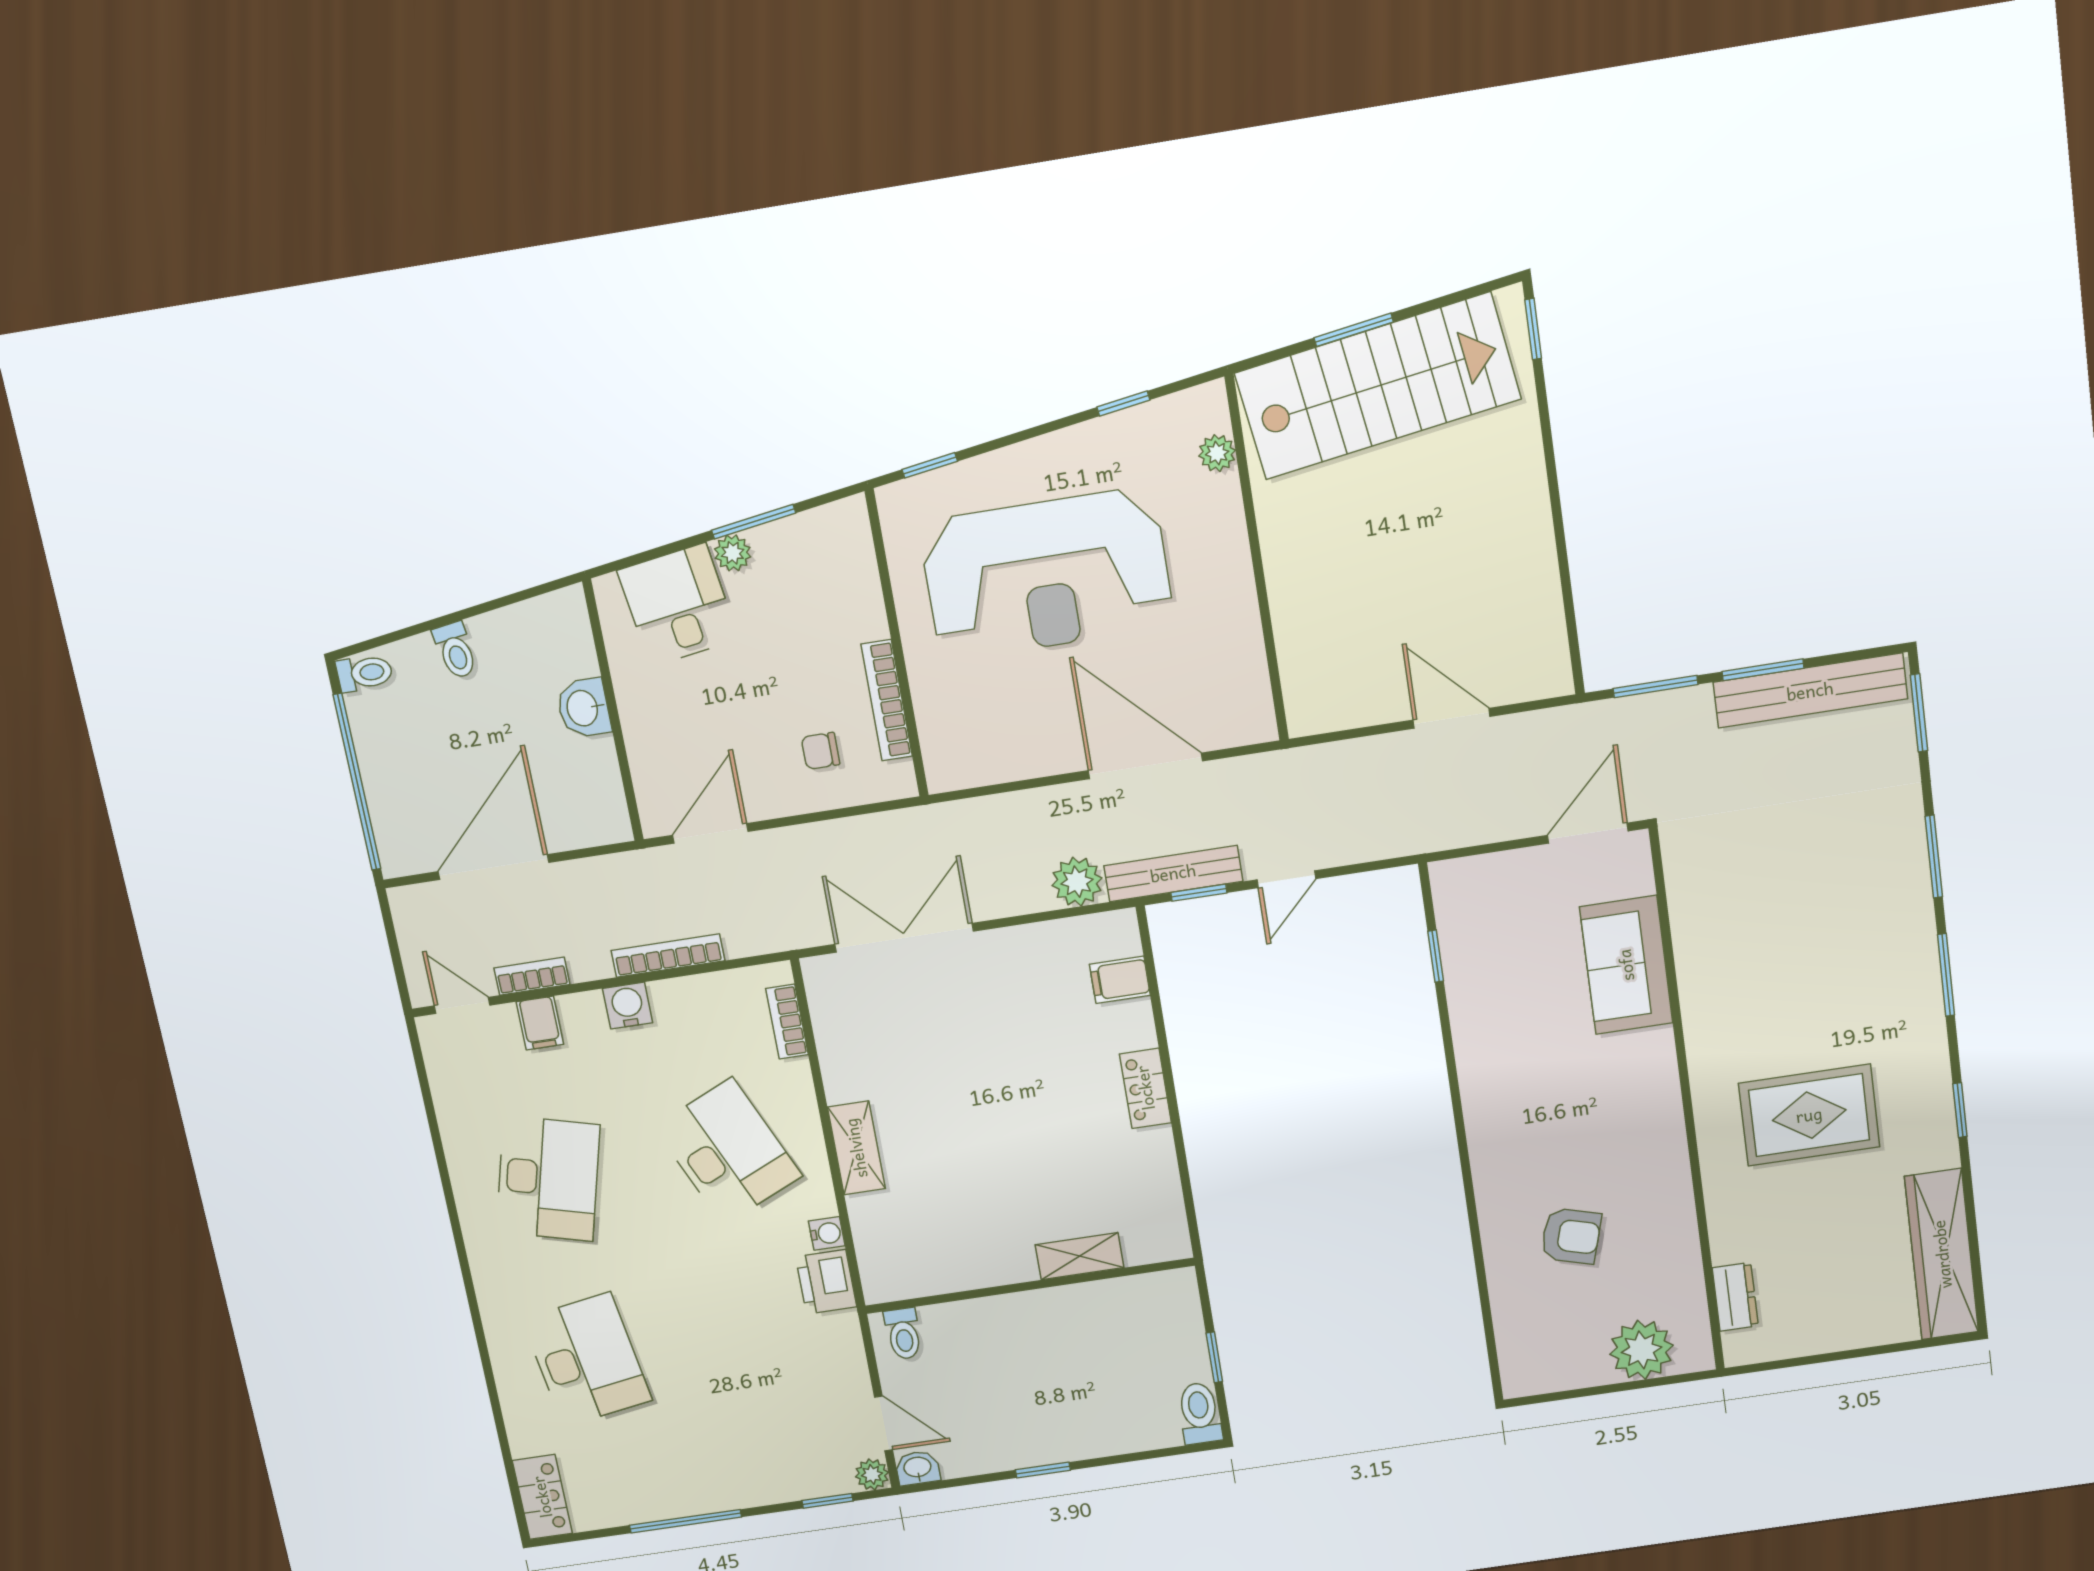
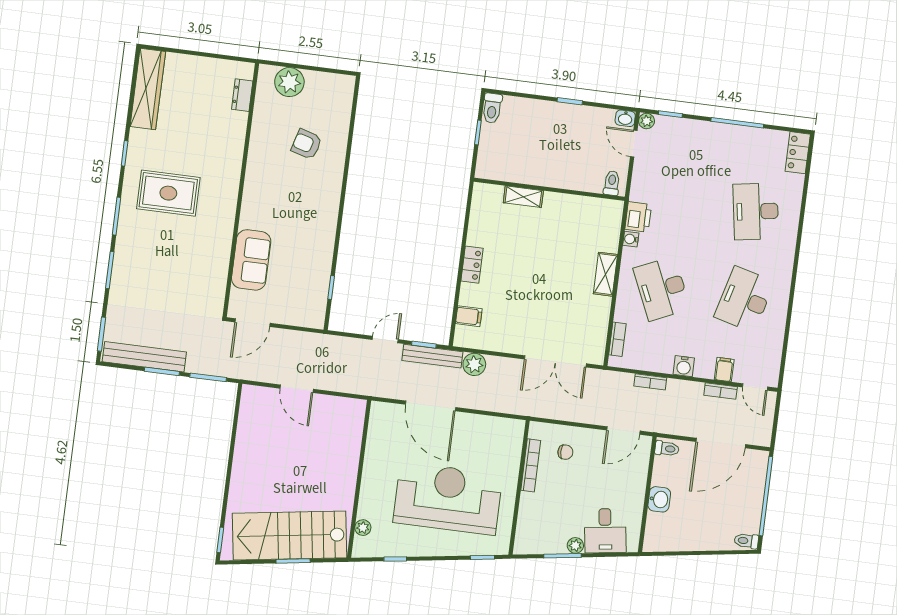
toilet: (455, 650) -> (667, 449), moved, turned 98
bookcase: (668, 956) -> (650, 382), width x0.64
rug: (1809, 1115) -> (168, 193), moved

